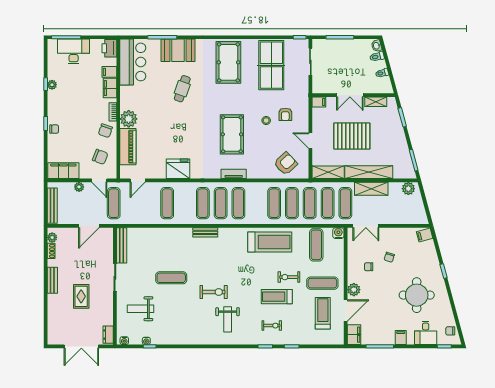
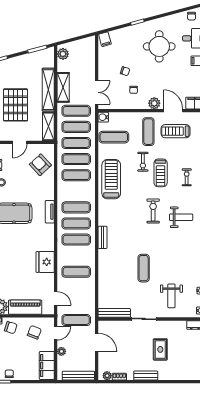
exercise bike: (214, 292) -> (153, 211), moved
rug: (81, 296) -> (160, 349), turned 90

